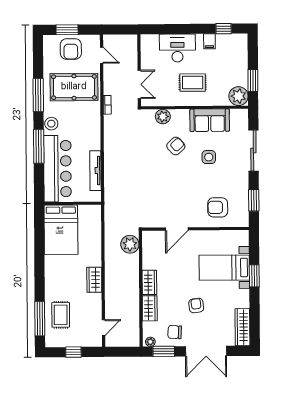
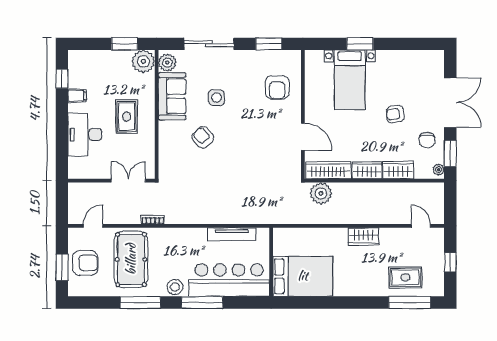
plant: (163, 117) -> (167, 62), moved
wardrobe: (242, 327) -> (328, 170), moved, turned 180

